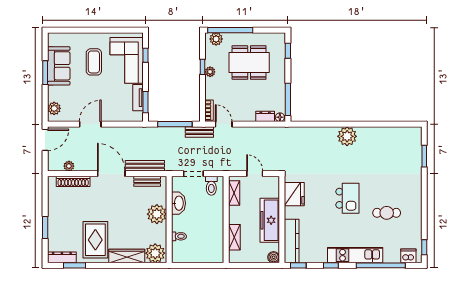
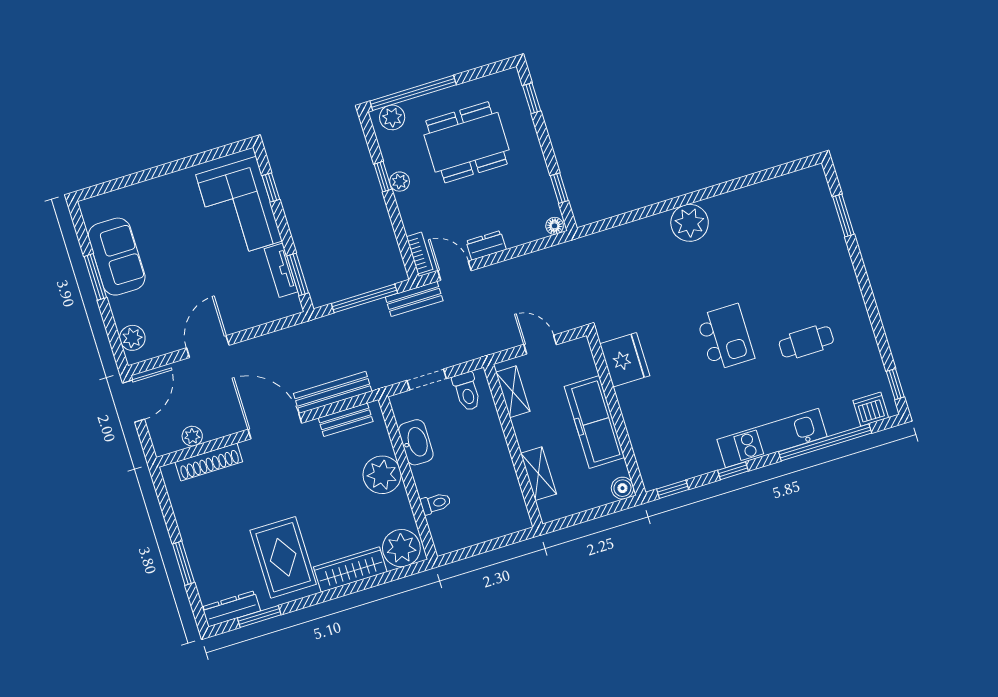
coffee table: (94, 62) -> (179, 229), removed
window: (288, 99) -> (559, 188), width x0.46
dresser: (265, 116) -> (486, 245), moved
kitchen counter: (292, 241) -> (646, 448), removed

